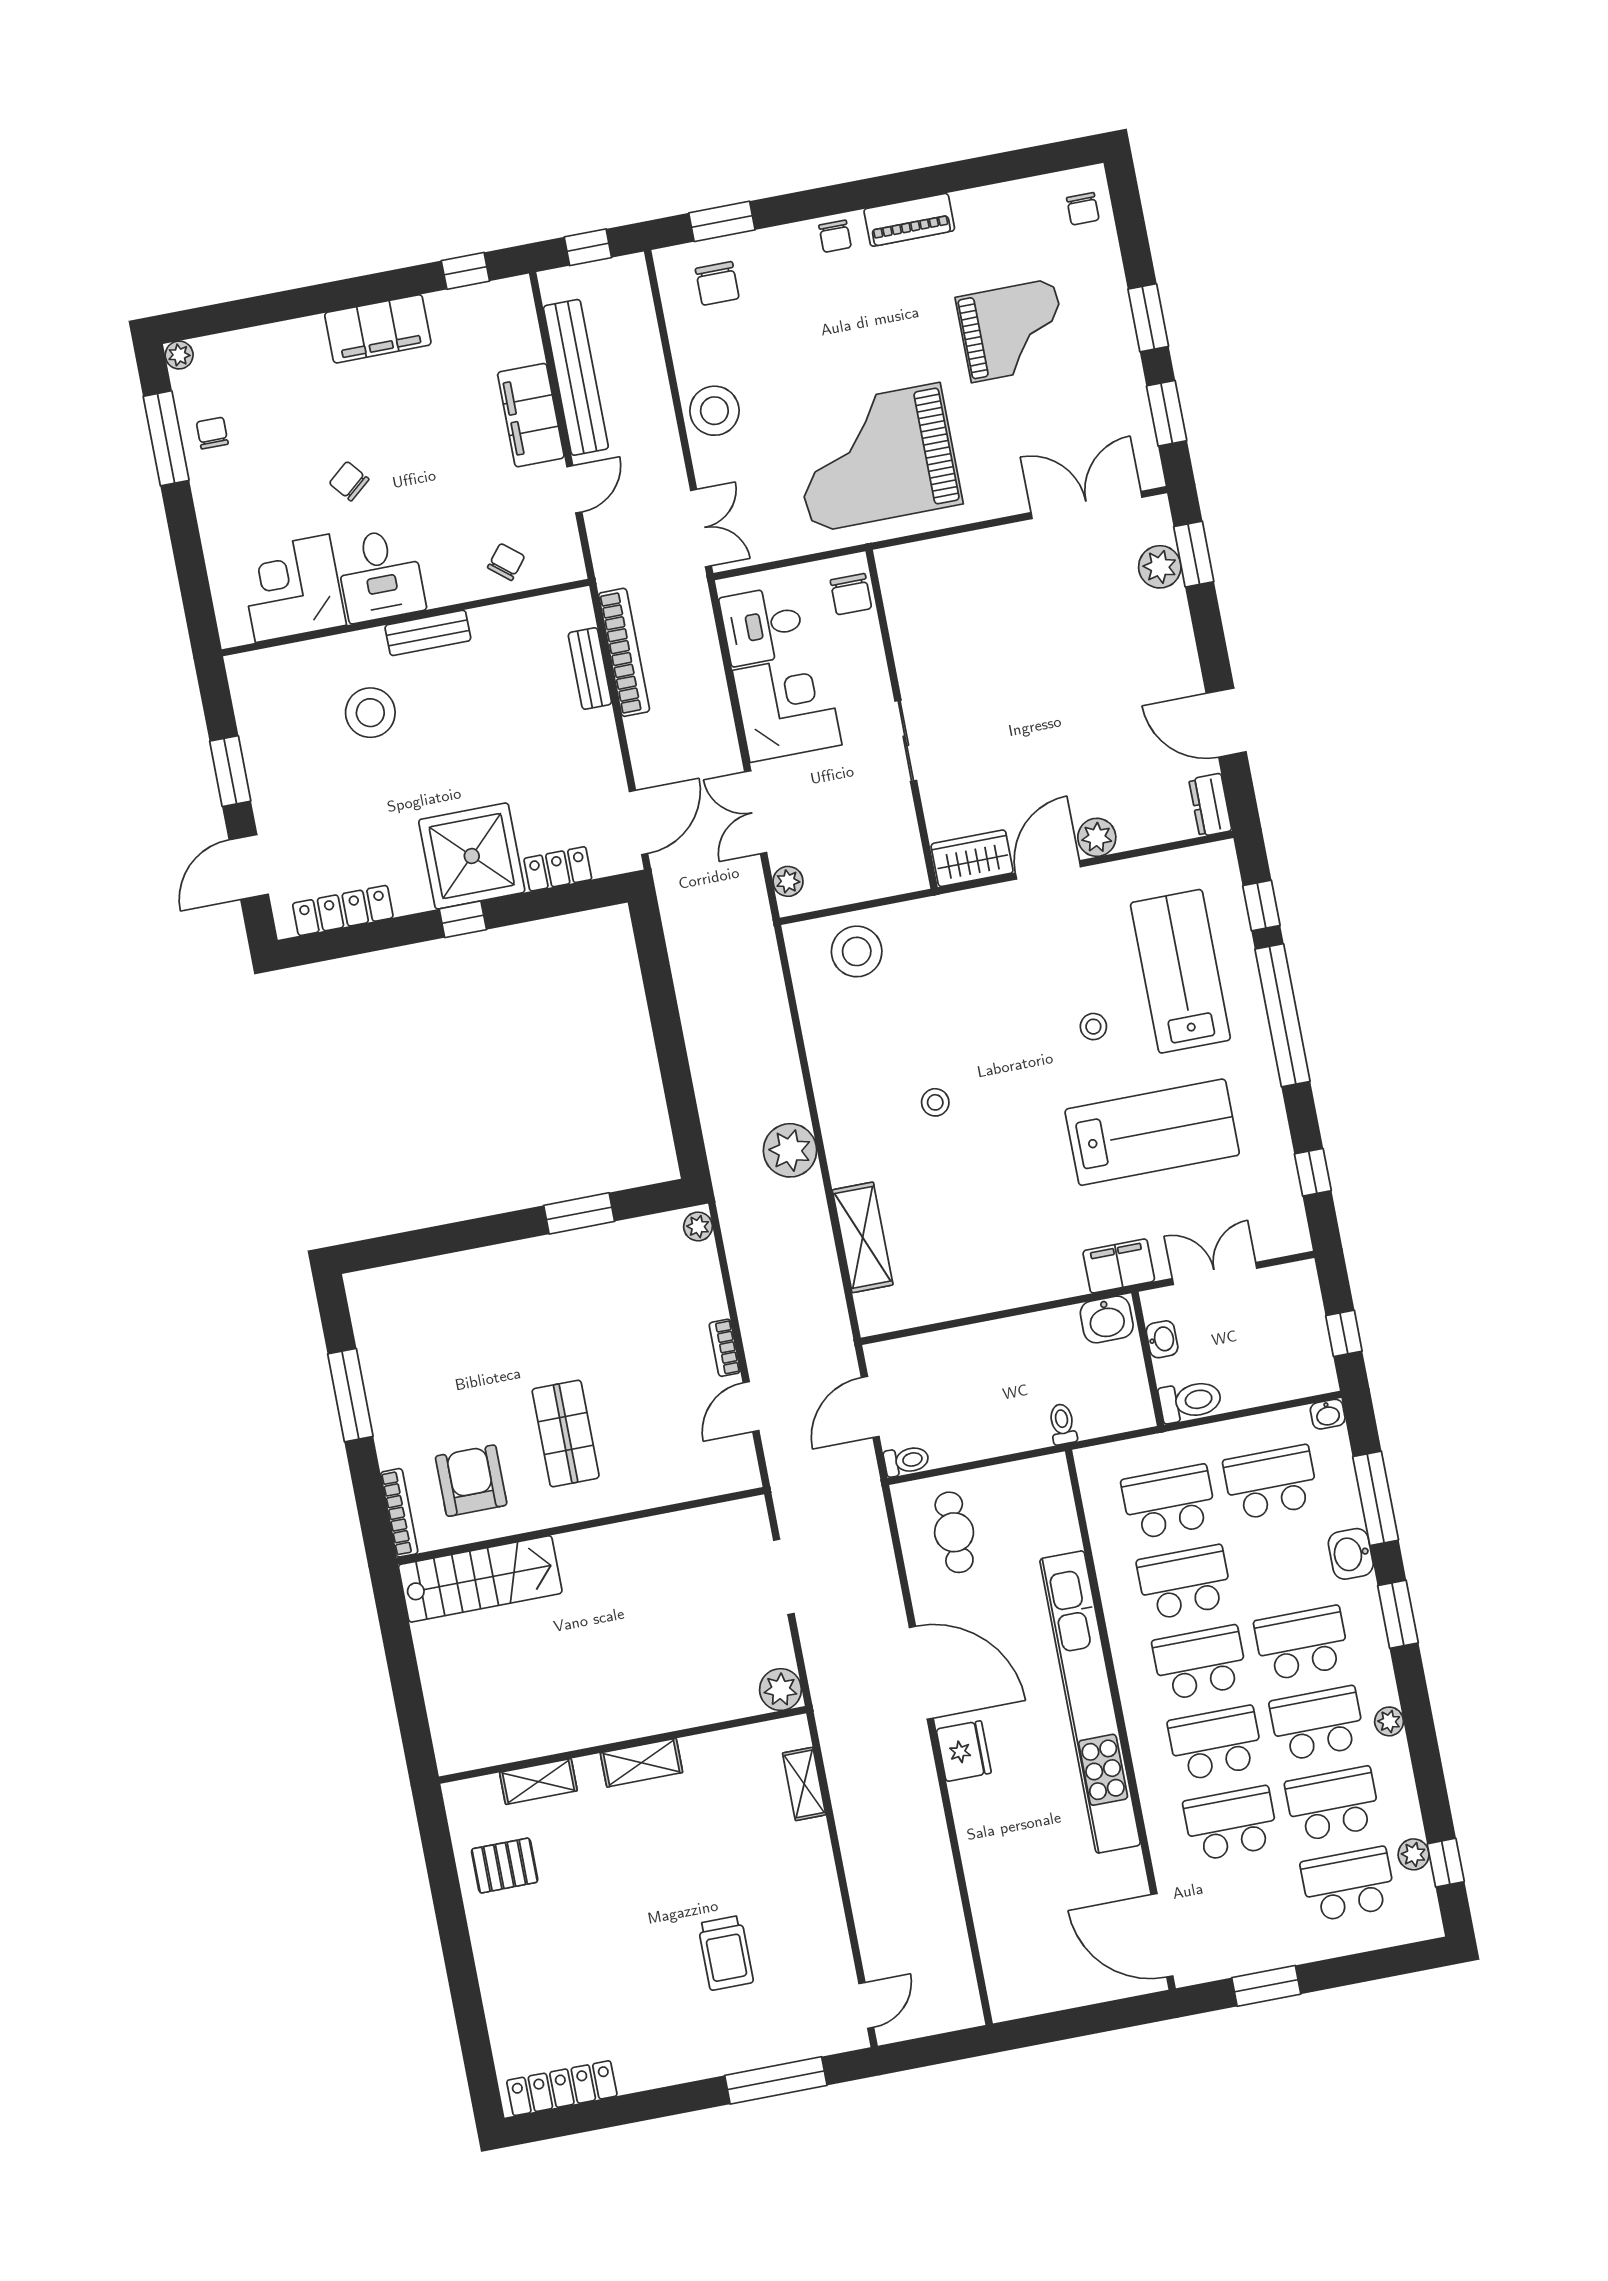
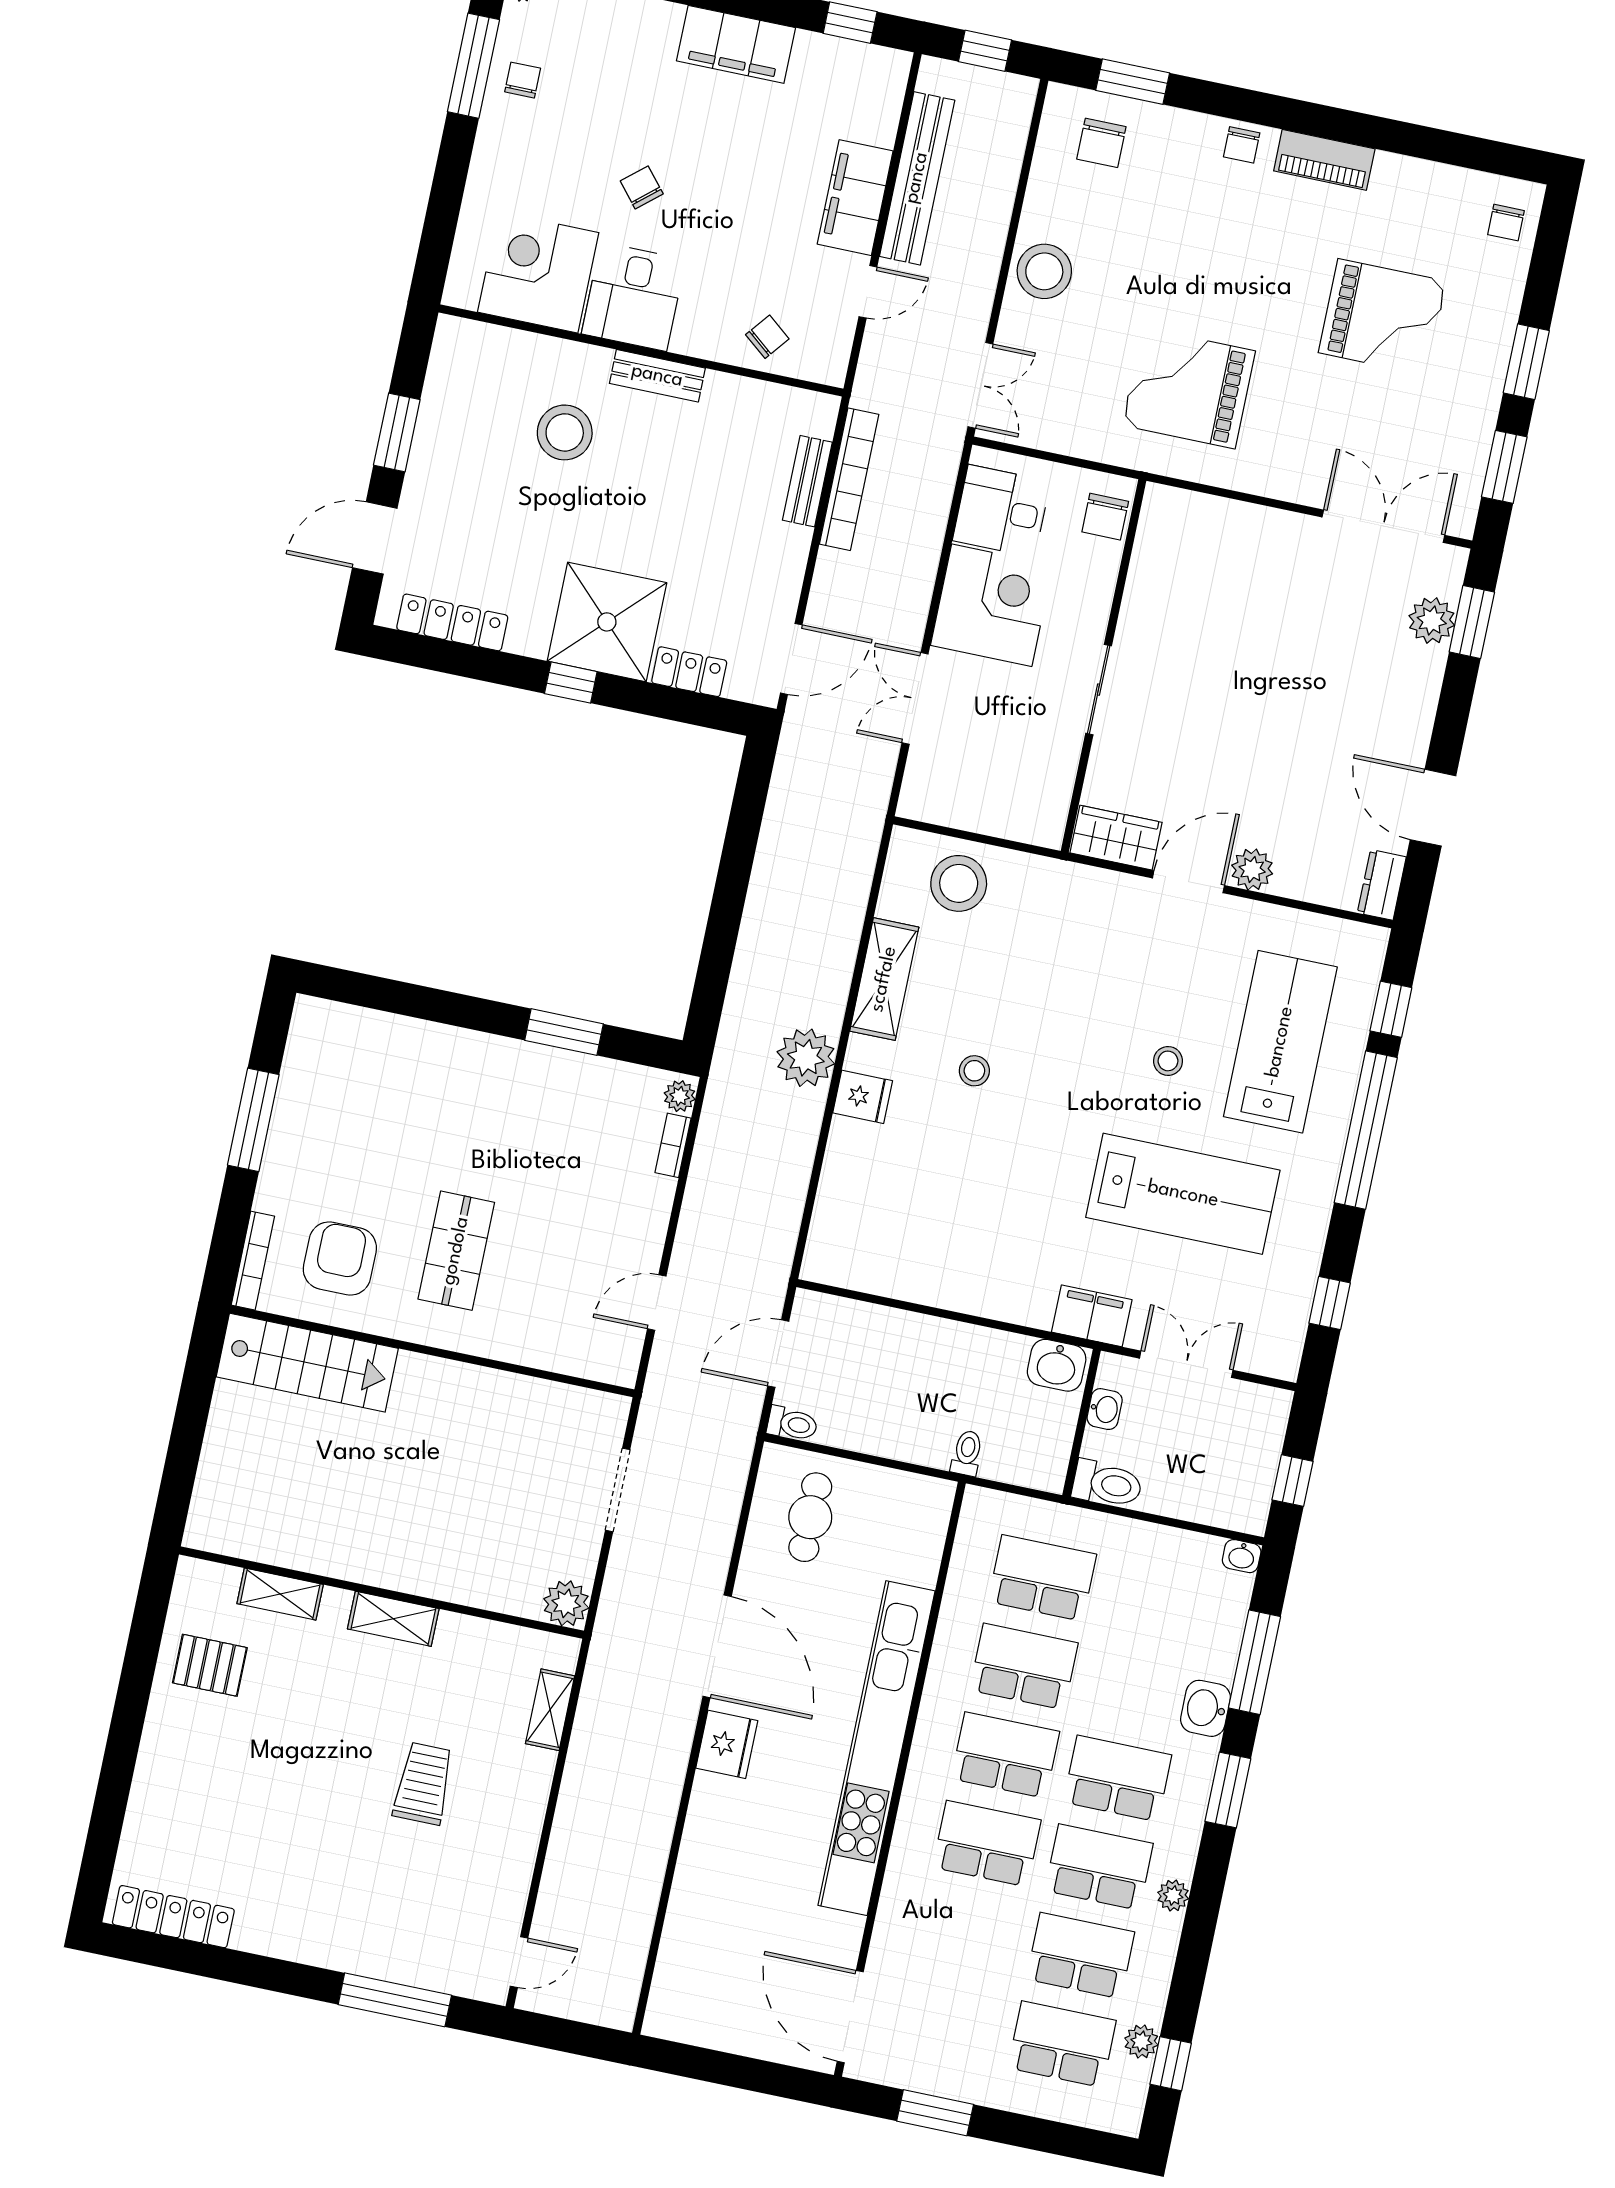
grand piano: (876, 458) -> (1189, 388), width x0.73, depth x0.68
plant: (788, 881) -> (919, 783), removed
fridge: (851, 1163) -> (863, 1097), added
shelving: (863, 1237) -> (884, 979), moved
bookcase: (725, 1348) -> (673, 1145), moved
school desk: (1271, 1482) -> (1154, 1601), removed
school desk: (1231, 1824) -> (968, 1932), removed
trolley: (726, 1953) -> (423, 1784), moved, turned 180

